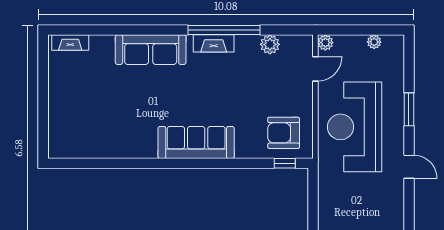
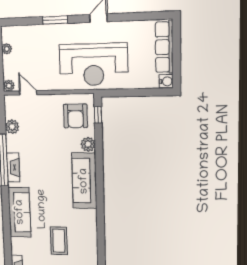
coffee table: (111, 104) -> (59, 241), added
reception desk: (355, 127) -> (93, 65), moved
plant: (245, 149) -> (88, 144), added

